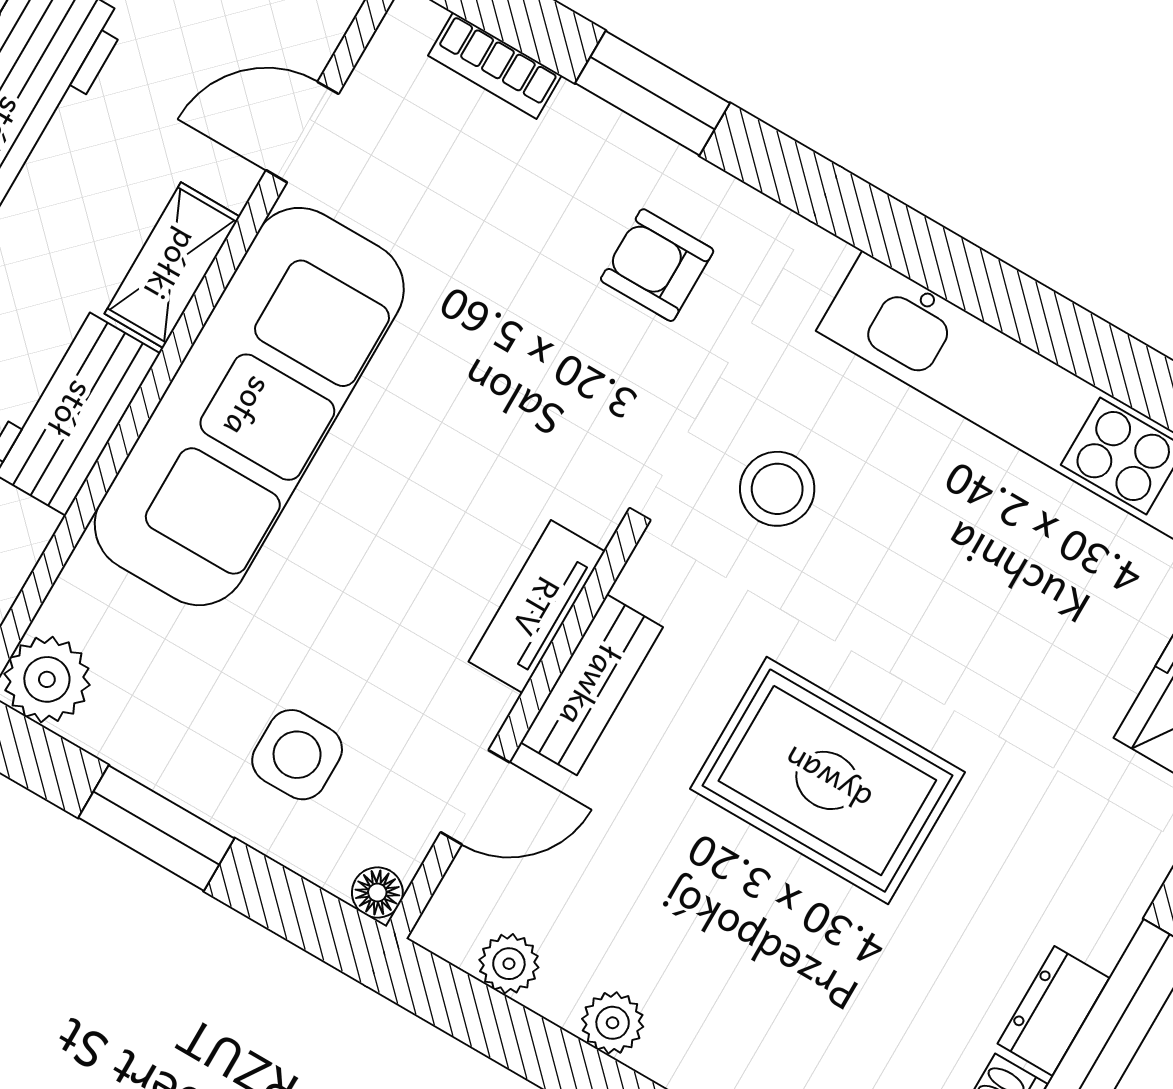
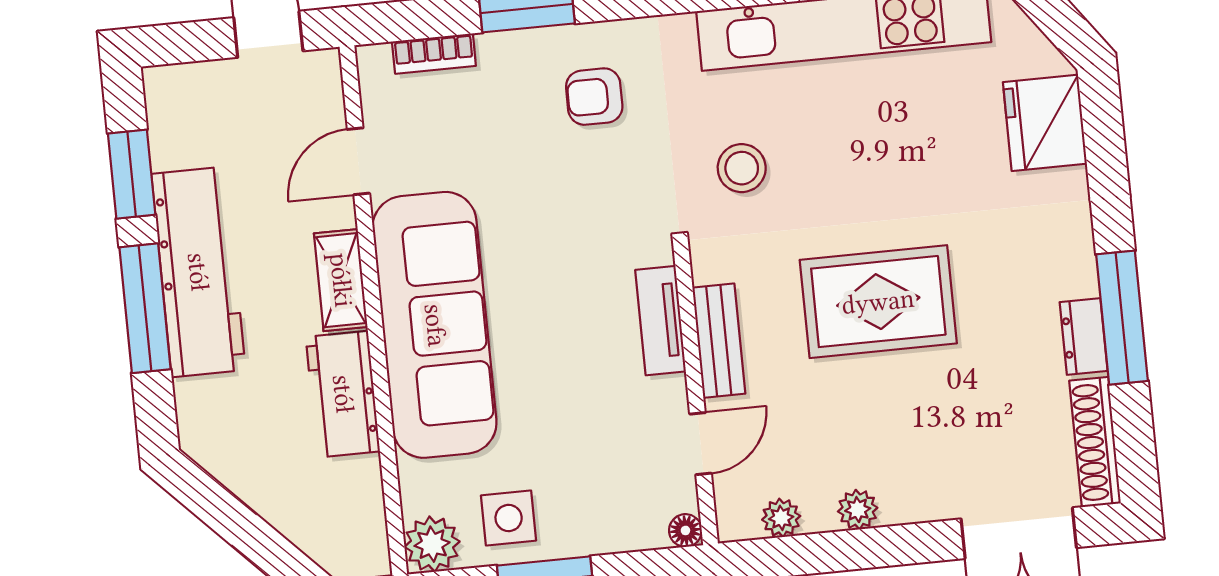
side table: (297, 755) -> (509, 518), moved

